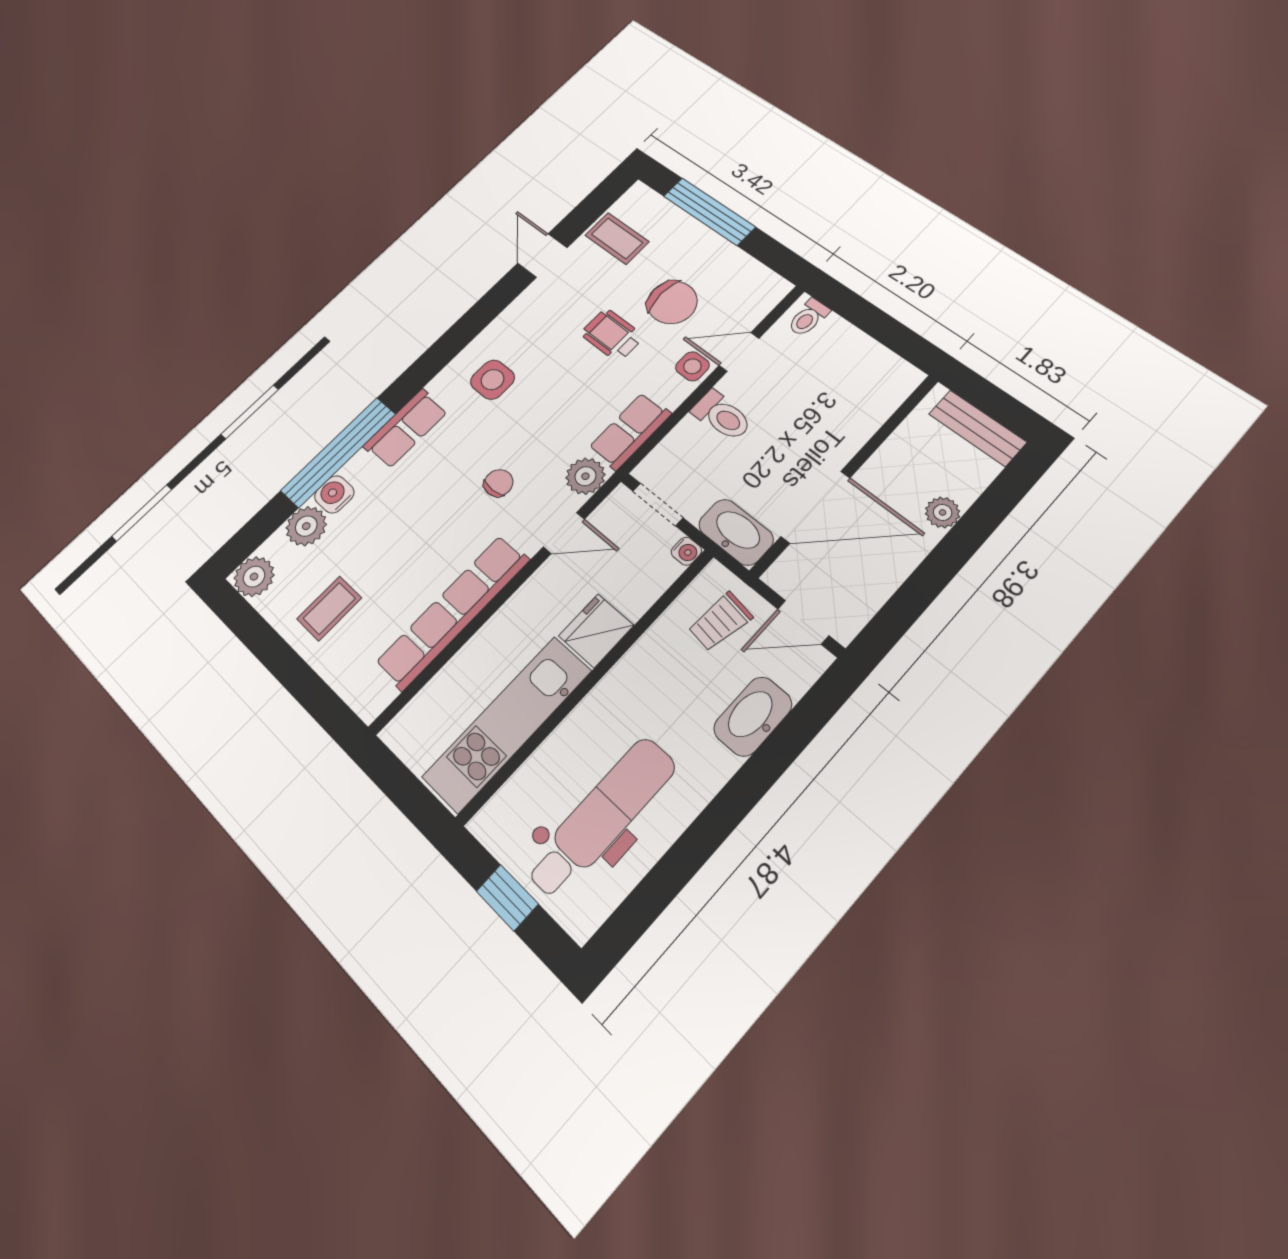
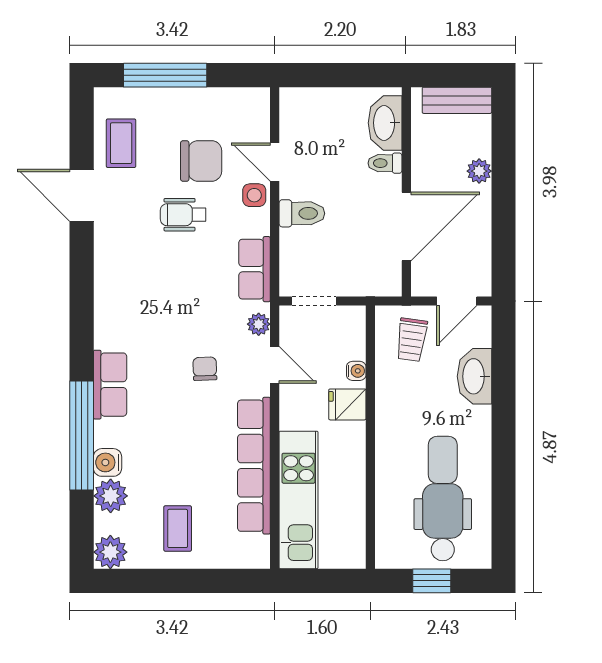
coffee table: (617, 238) -> (121, 143), turned 90
door: (542, 255) -> (82, 195), width x1.38
toilet: (808, 318) -> (385, 163), moved, turned 90
door: (739, 352) -> (275, 162), hinge flipped
side table: (492, 380) -> (134, 307), removed
plant: (585, 476) -> (259, 324), width x0.73, depth x0.73
washbasin: (736, 532) -> (385, 123), moved, turned -90
door: (564, 533) -> (275, 365), hinge flipped
water cooler: (686, 551) -> (356, 371), moved
fridge: (596, 631) -> (347, 404), width x0.72
kitchen unit: (507, 724) -> (299, 500), moved, turned 180

